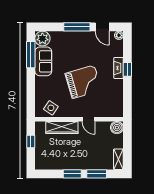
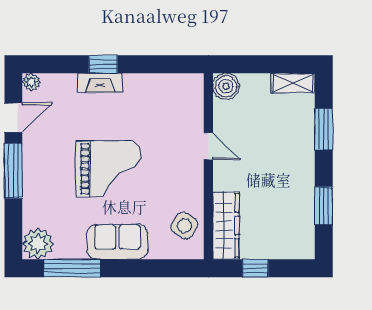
sofa: (43, 61) -> (117, 242), moved
grand piano: (83, 82) -> (108, 169), moved, turned 106
door: (88, 119) -> (208, 146), hinge flipped
wardrobe: (62, 128) -> (226, 225), moved
window: (72, 174) -> (324, 206), moved

